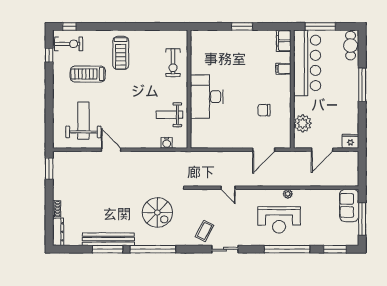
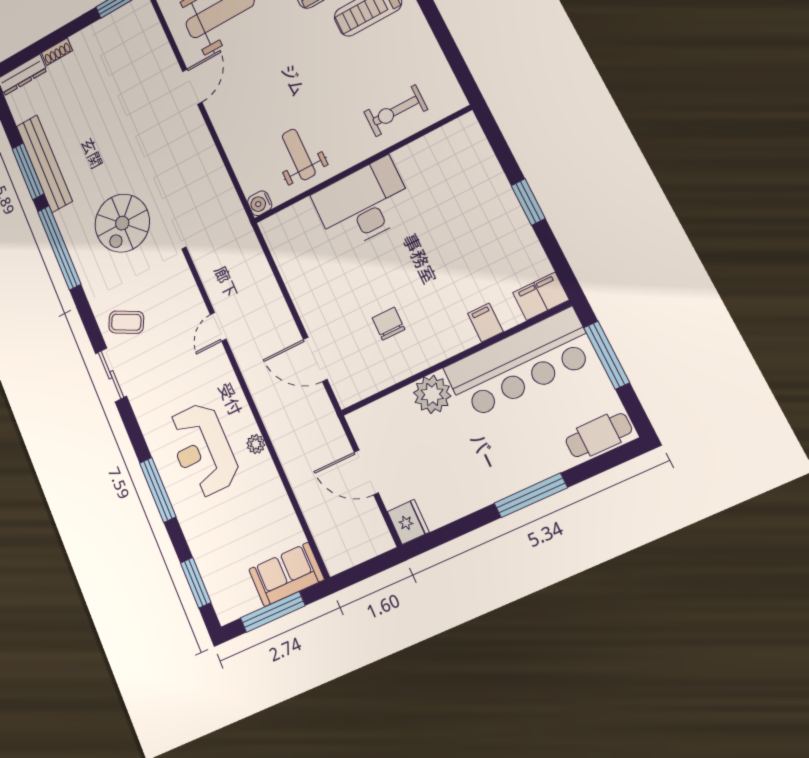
plant: (303, 123) -> (432, 394), moved
water cooler: (167, 143) -> (260, 203), moved
window: (287, 249) -> (158, 490), width x0.68

